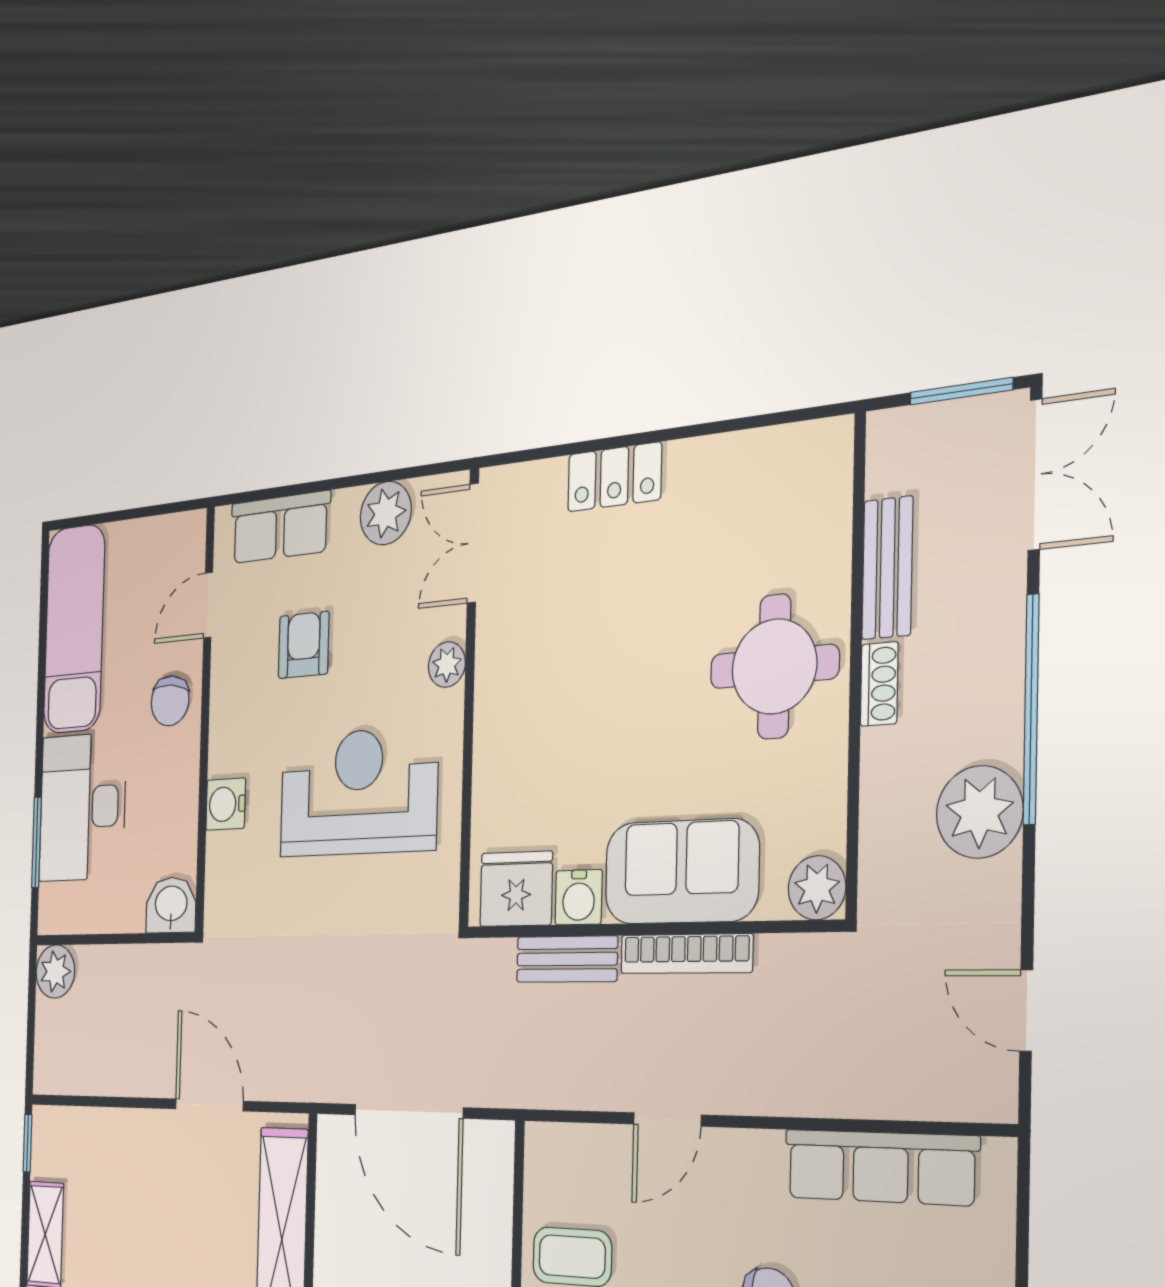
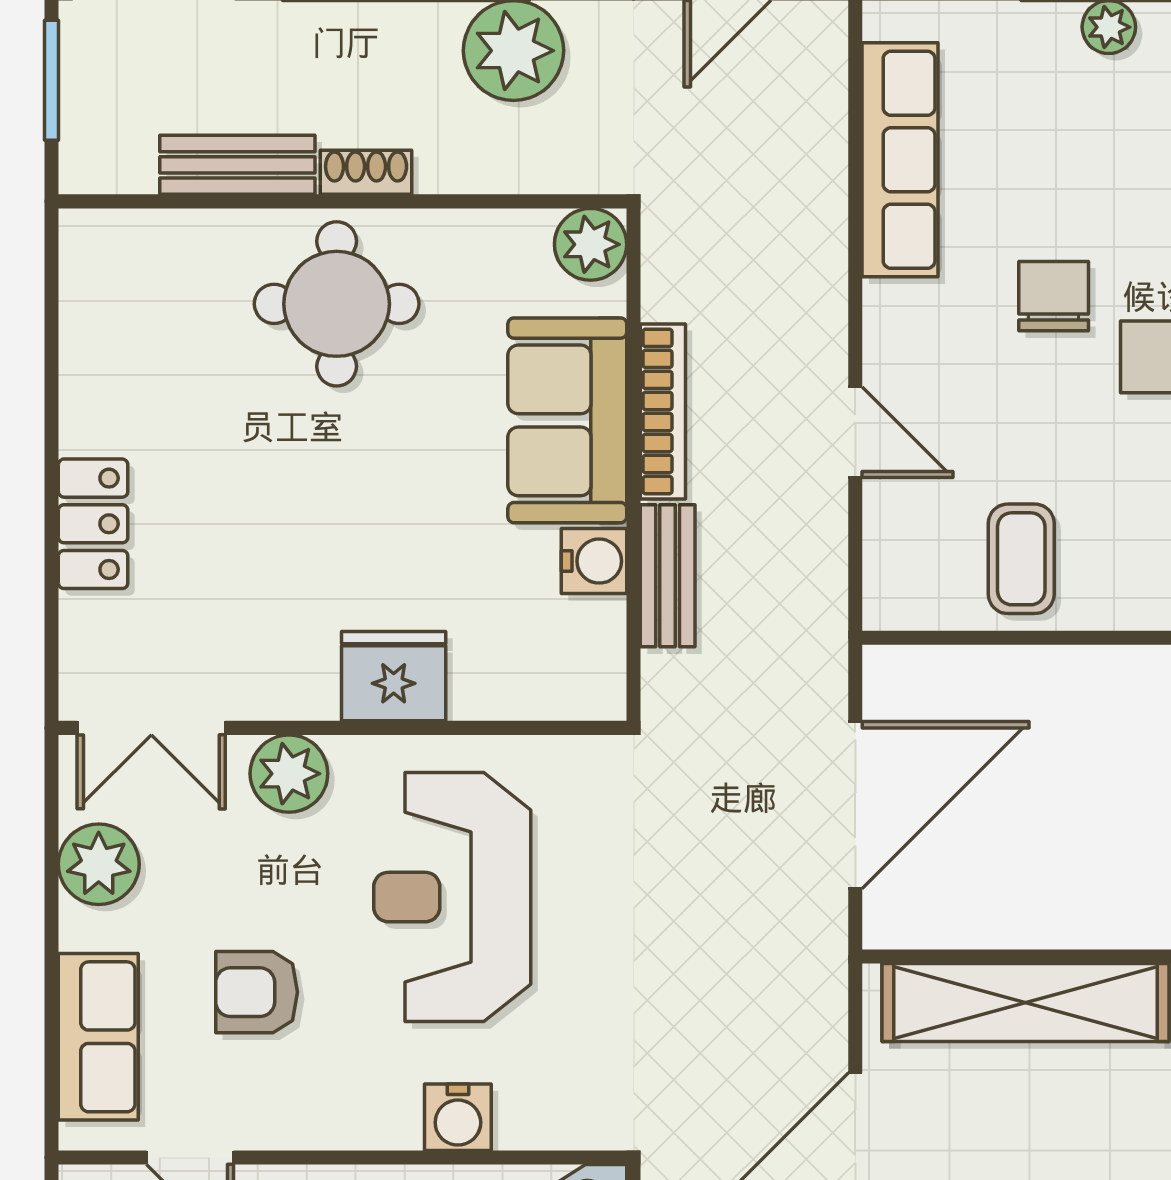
plant: (447, 665) -> (289, 774), width x1.38, depth x1.38
fridge: (516, 889) -> (394, 676), moved, turned 90

